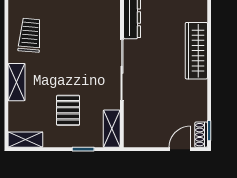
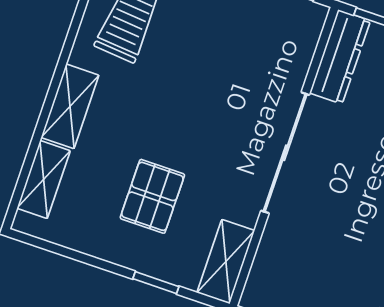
shelving: (25, 140) -> (44, 180), moved, turned 90

